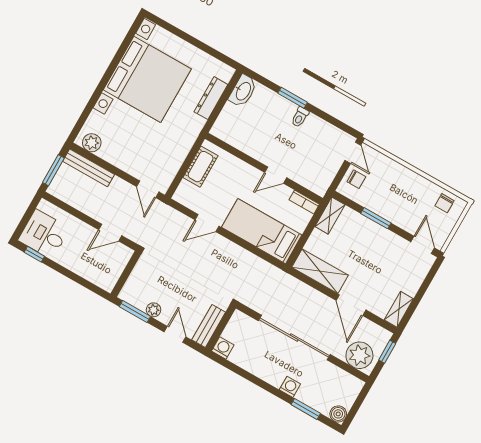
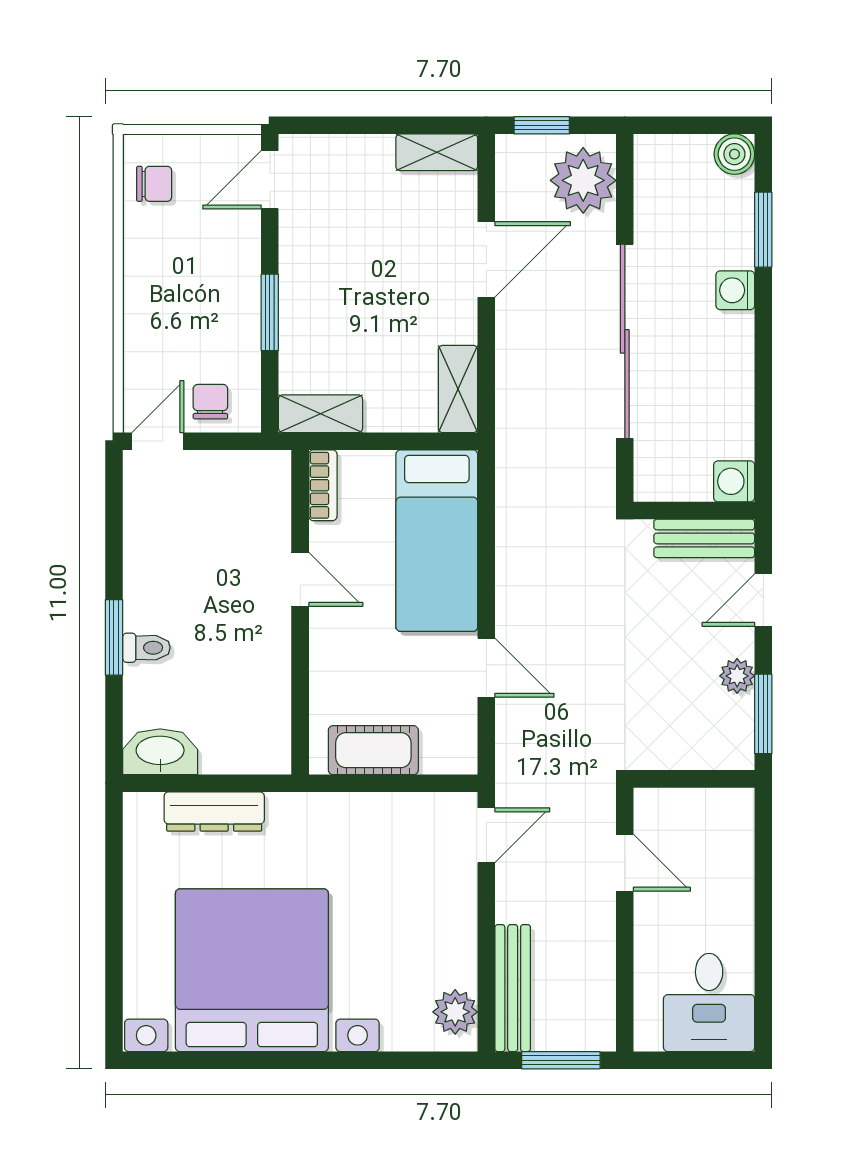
toilet: (300, 117) -> (146, 648), moved
window: (34, 254) -> (763, 998), removed
shelving: (320, 271) -> (458, 389), width x0.67, depth x0.75

